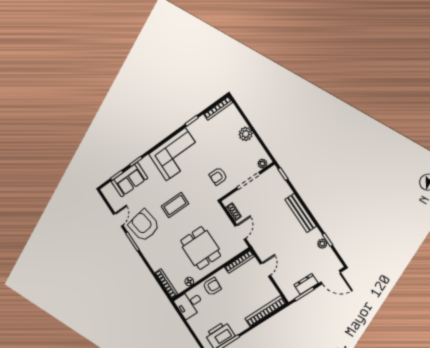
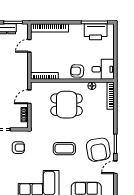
dining table: (201, 248) -> (67, 105), turned 90
door: (265, 270) -> (29, 46), moved

